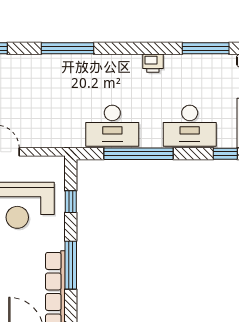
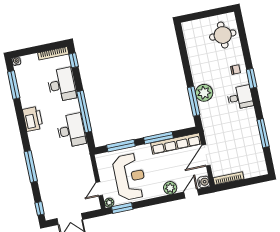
printer: (153, 63) -> (33, 119), width x1.87, depth x1.48
window: (71, 202) -> (121, 146), width x2.17

